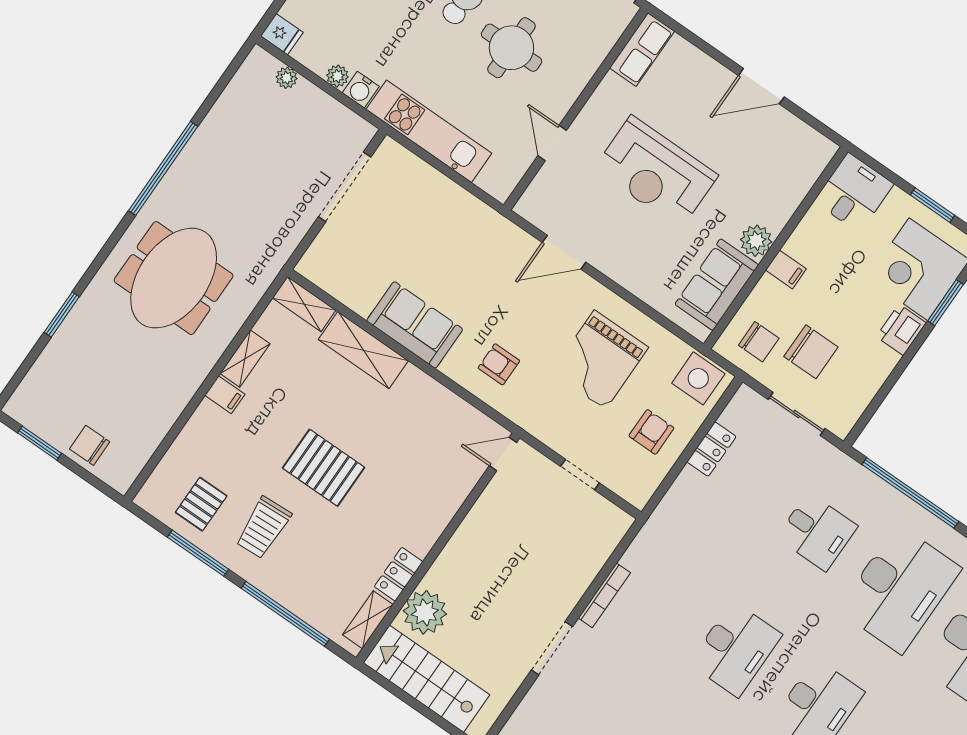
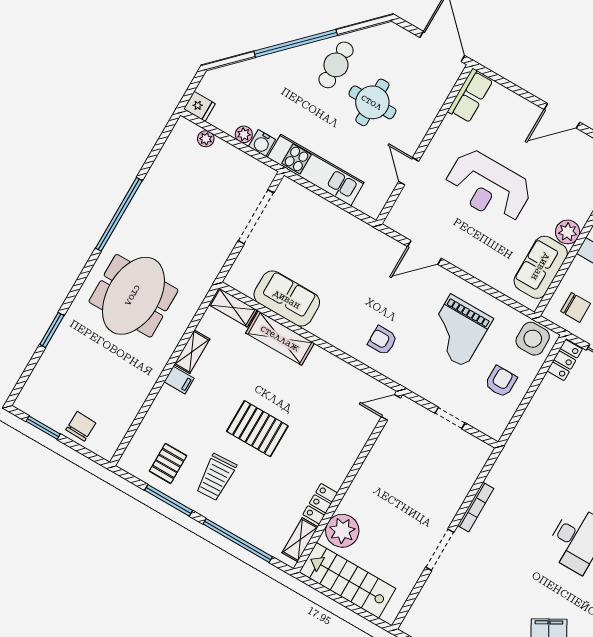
sofa: (415, 325) -> (287, 299), moved
chair: (90, 445) -> (81, 426), turned 92
locker: (711, 449) -> (565, 360), moved

